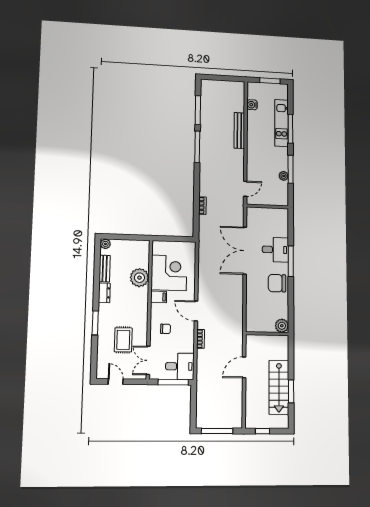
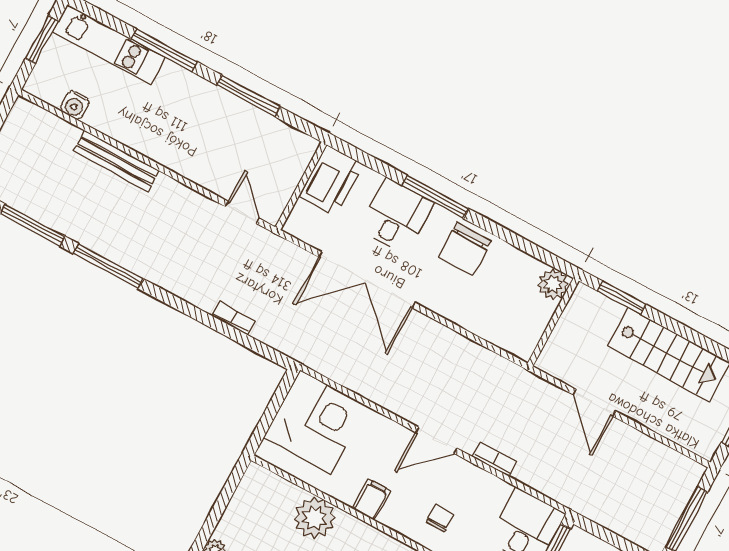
kitchen unit: (282, 123) -> (109, 44), moved
plant: (284, 176) -> (255, 118), removed
printer: (276, 217) -> (331, 180), added
corner desk: (169, 273) -> (316, 422), moved, turned 90
window: (291, 391) -> (622, 298), moved

